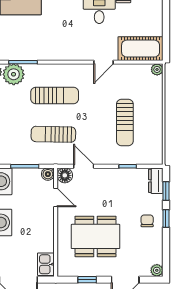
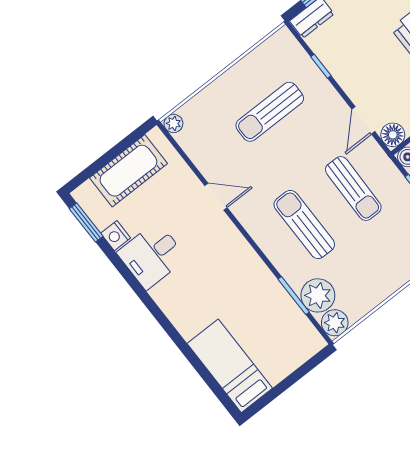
cot: (141, 49) -> (128, 171), moved, turned 90
sun lounger: (125, 123) -> (270, 112), turned 180

